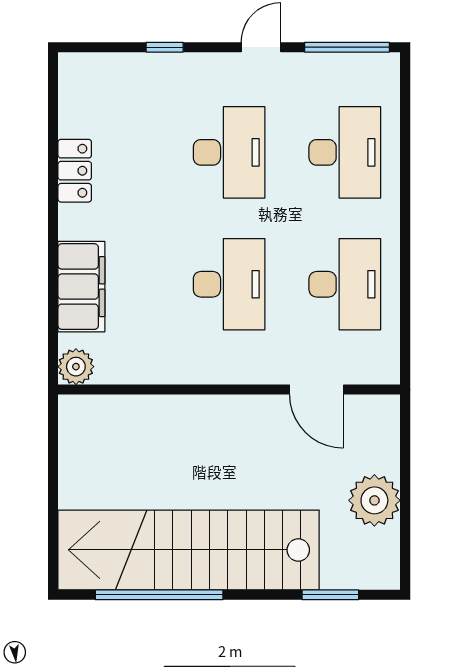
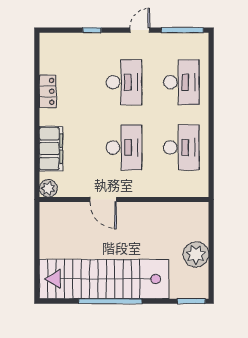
door: (316, 389) -> (103, 200), moved
window: (159, 595) -> (110, 301), moved
window: (330, 595) -> (191, 301), moved

